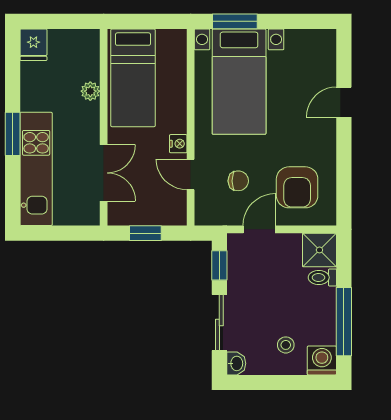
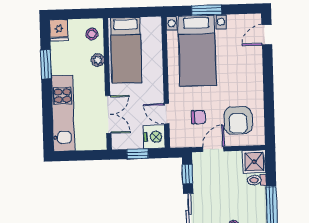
window: (235, 21) -> (207, 10), moved
stool: (82, 52) -> (92, 34), added
door: (344, 102) -> (267, 35), moved
window: (13, 134) -> (46, 64), moved
nightstand: (178, 144) -> (154, 137), moved, width x1.89, depth x1.79

